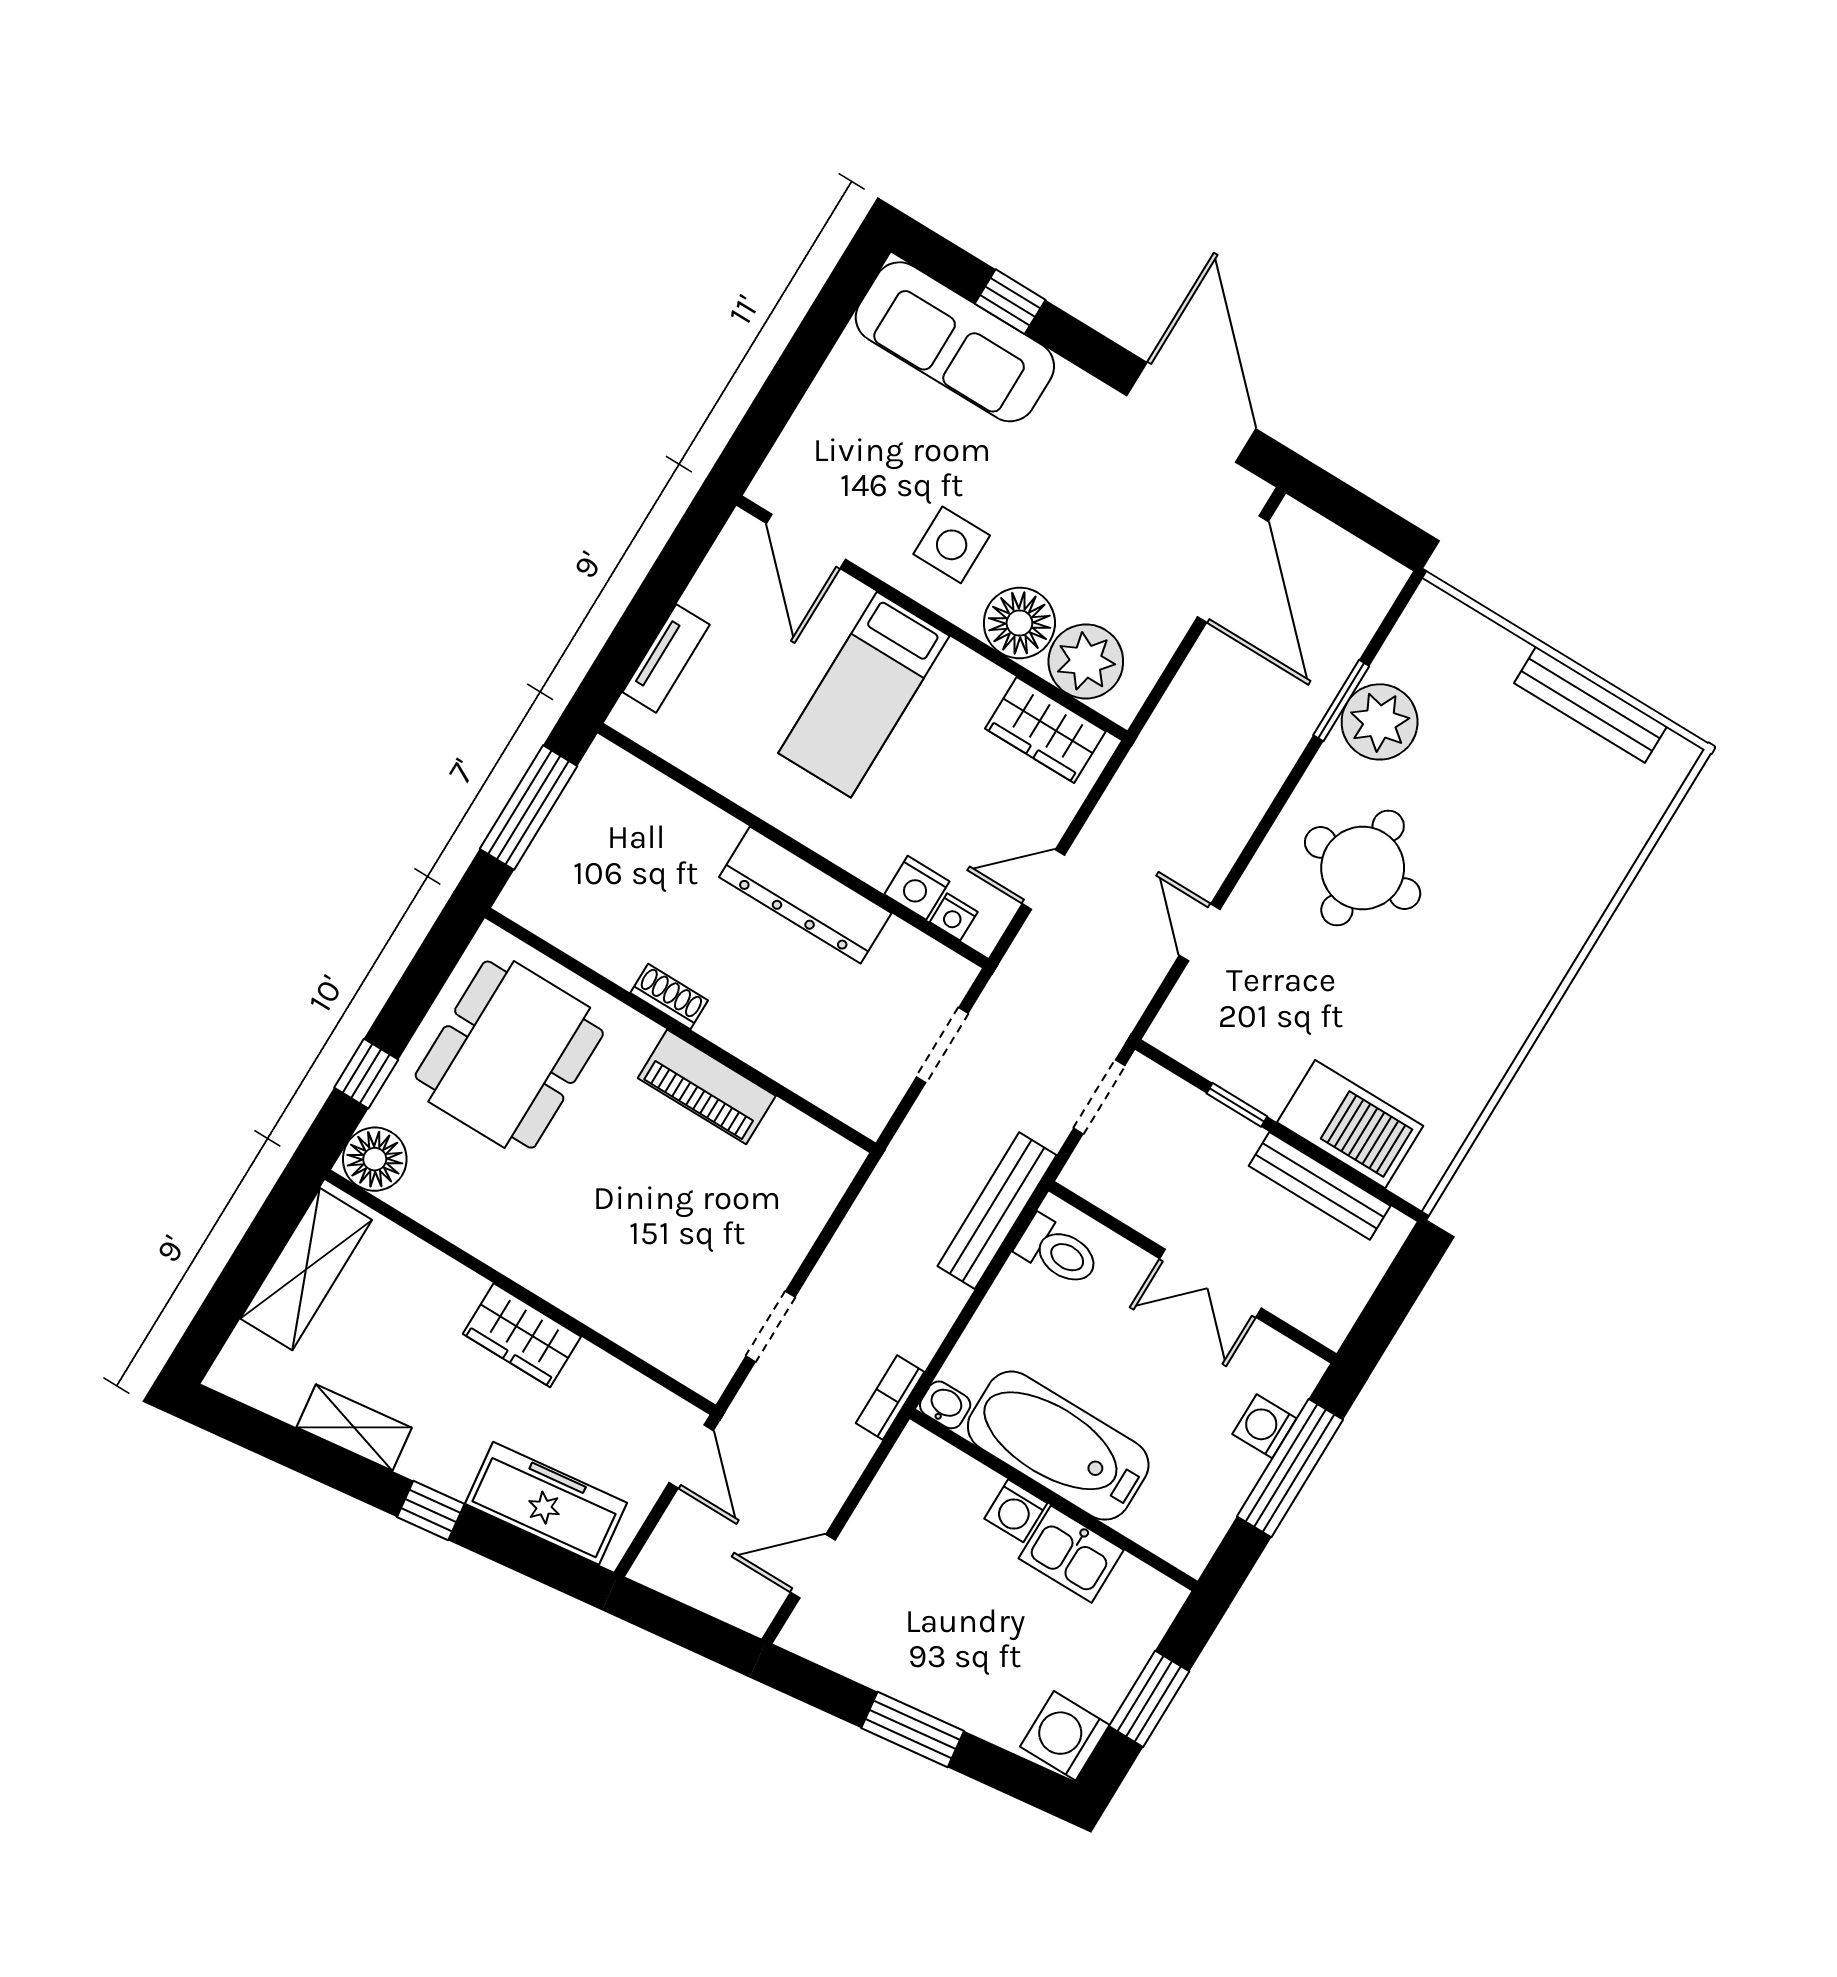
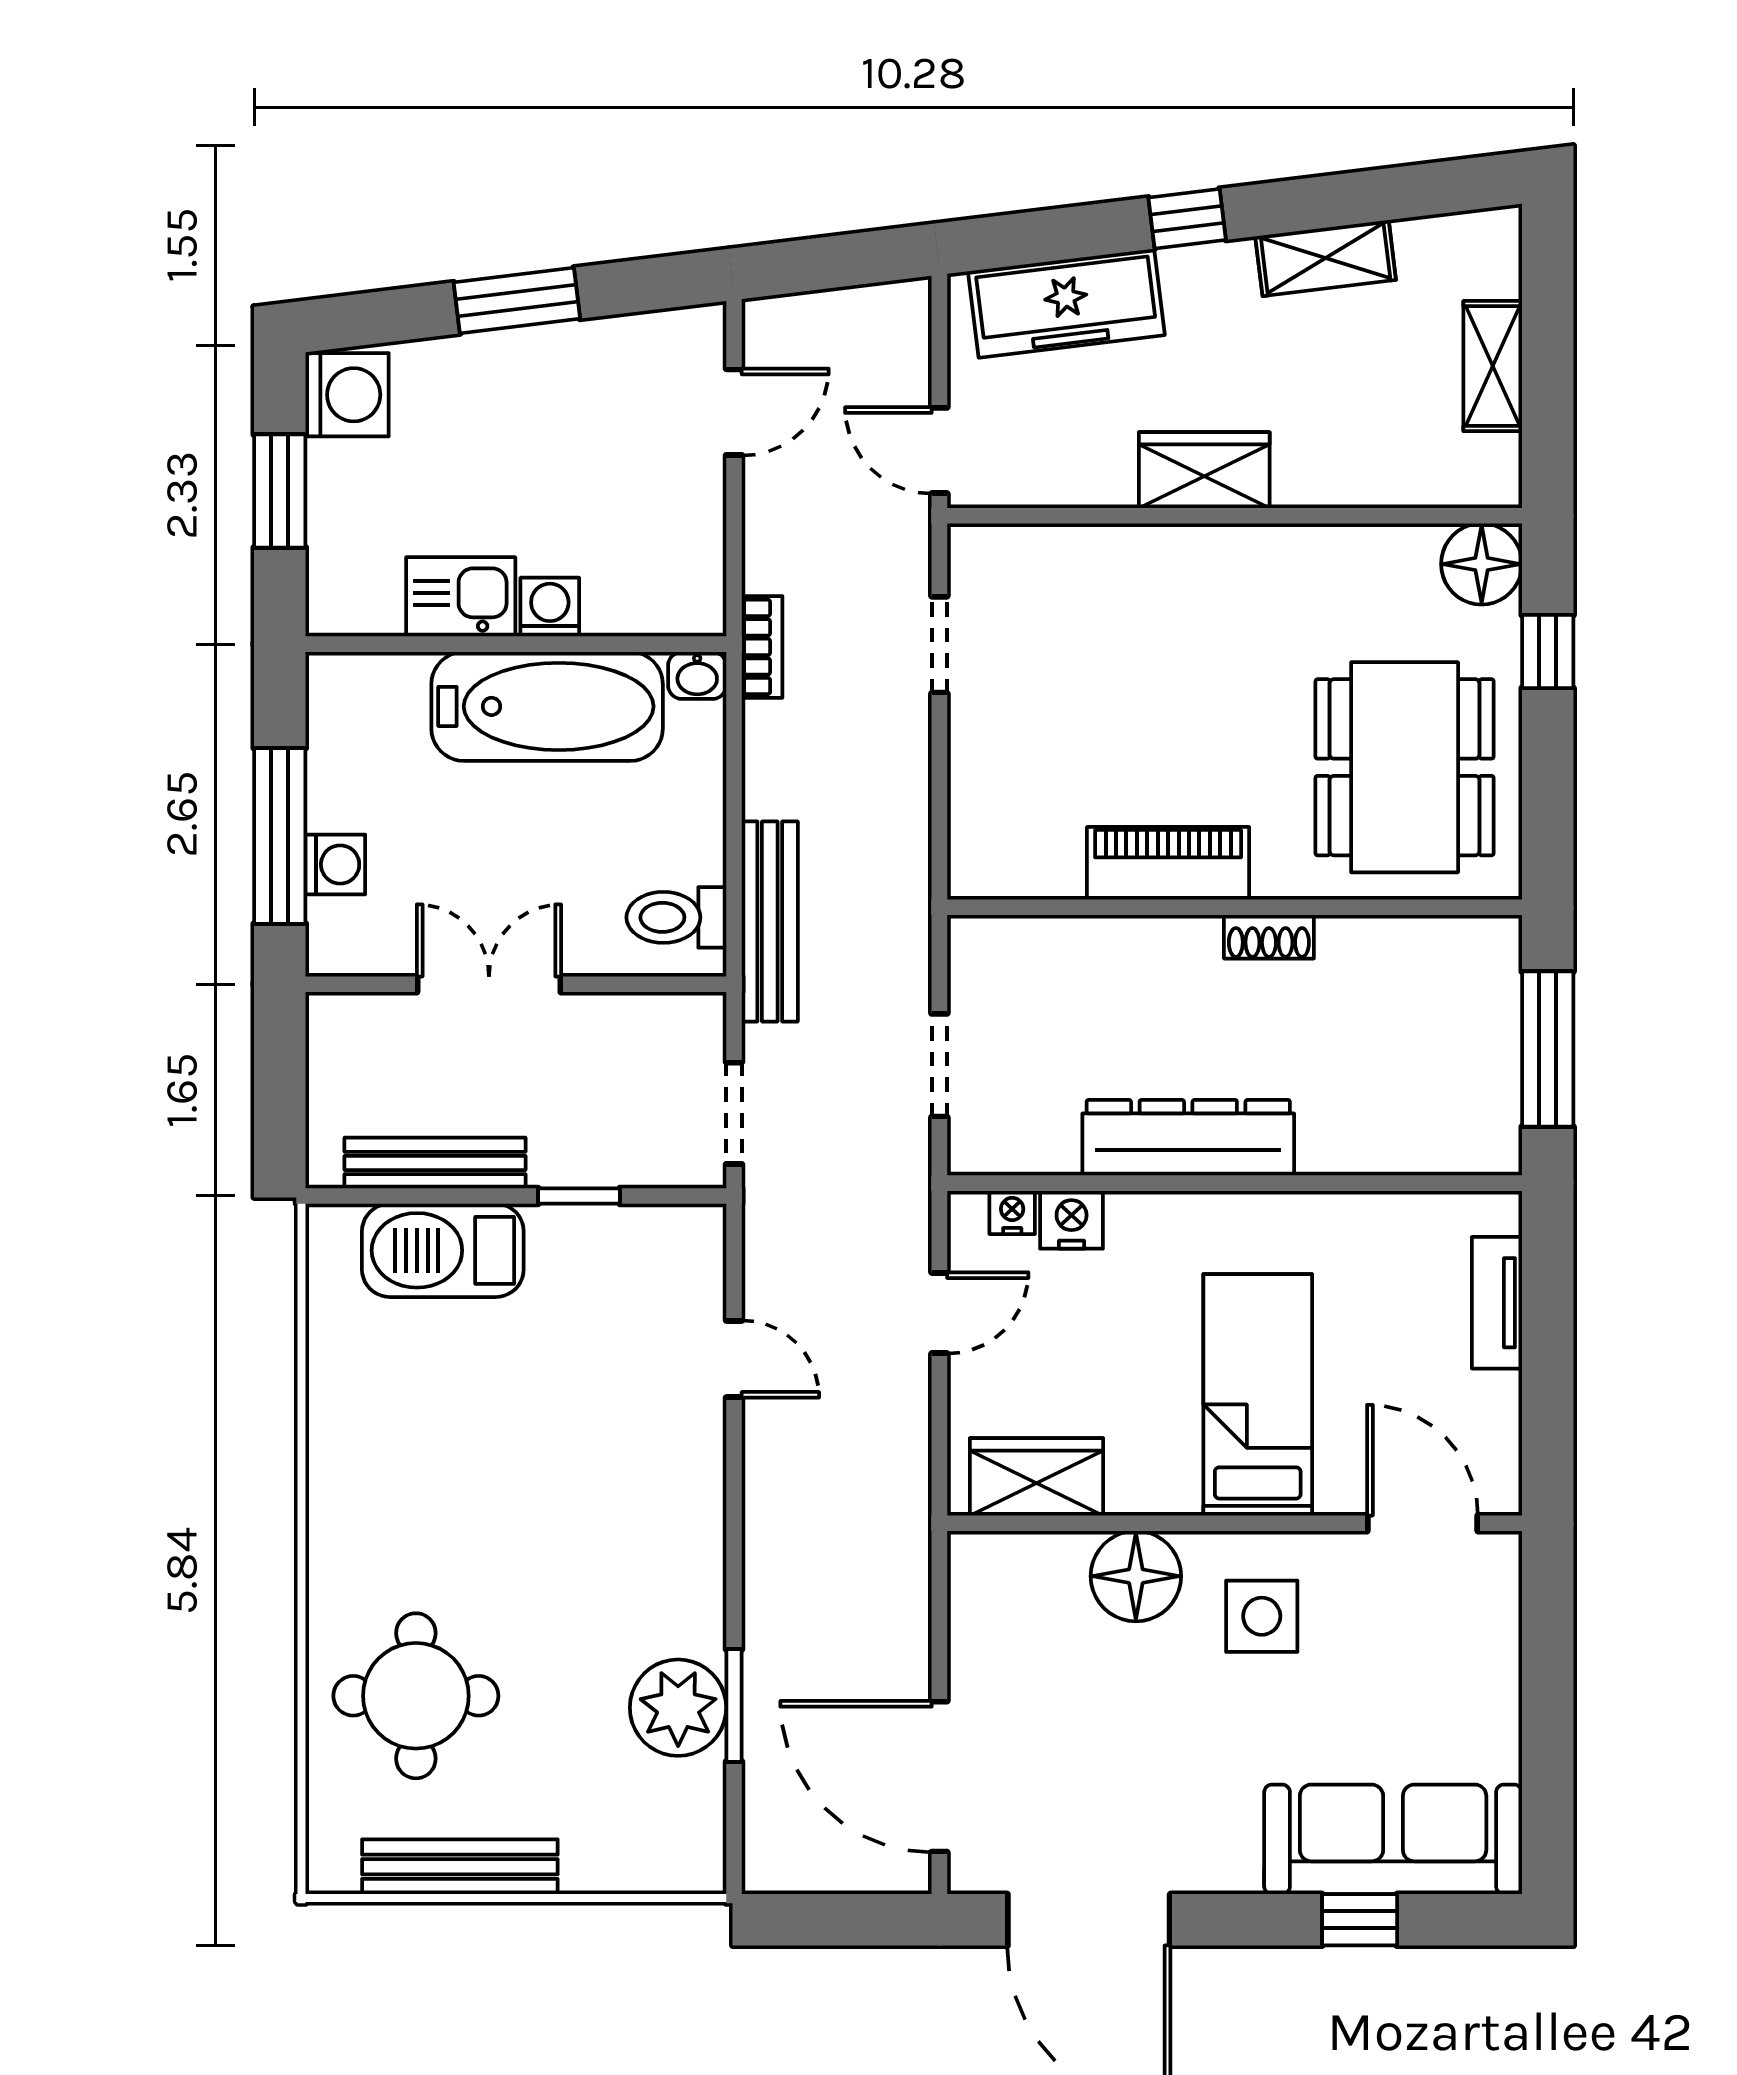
plant: (1086, 661) -> (1038, 1578), removed
round table: (1363, 868) -> (416, 1696), moved
shelving: (306, 1269) -> (1493, 366), width x0.67, depth x0.75

